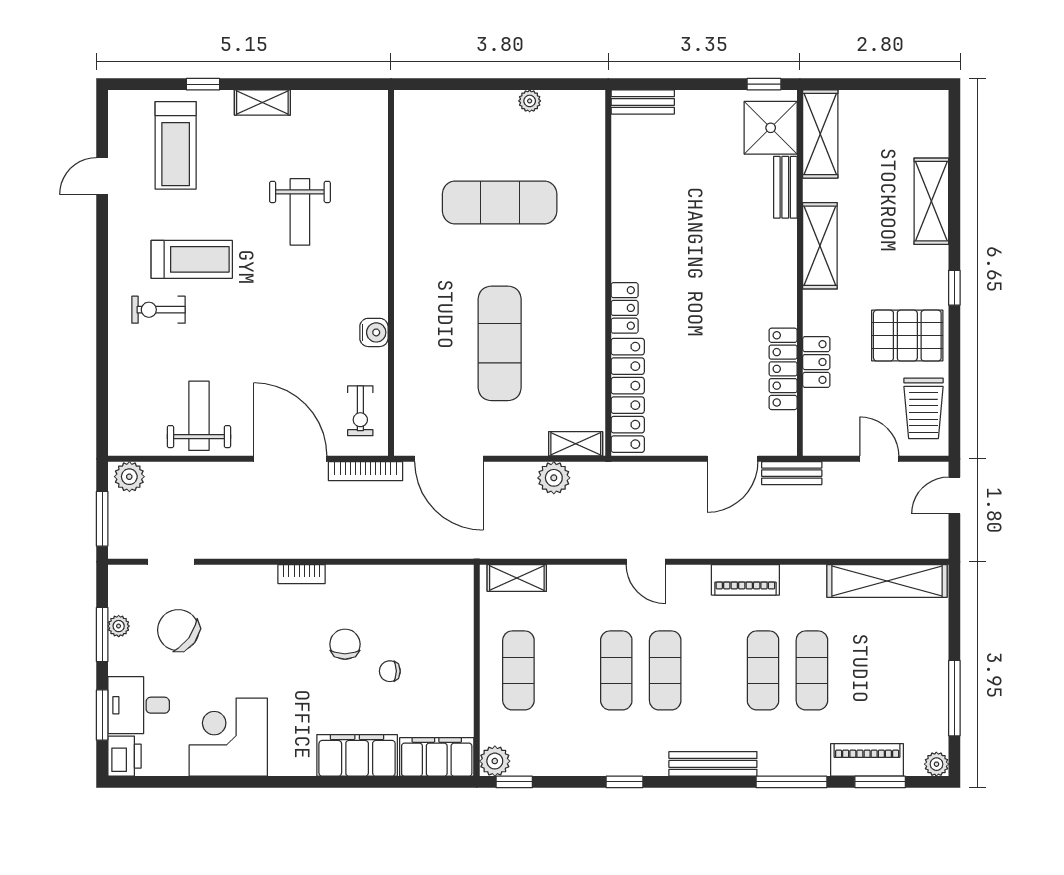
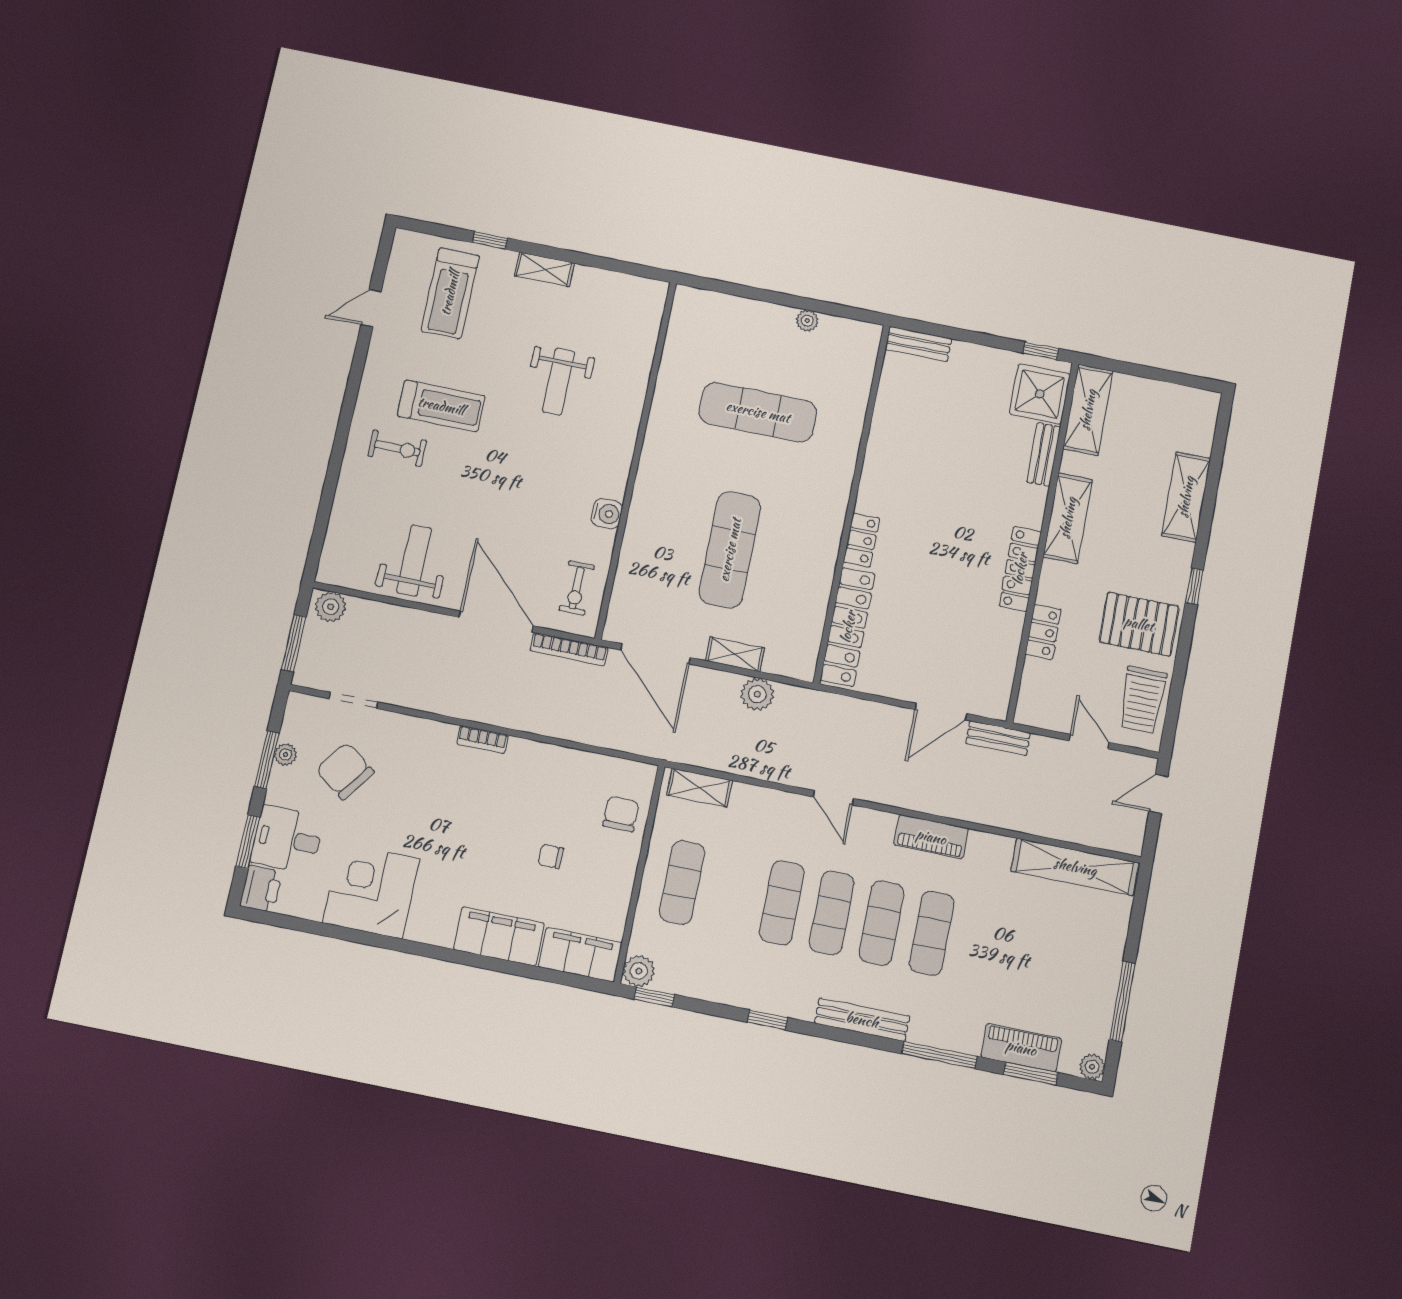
exercise bike: (158, 310) -> (397, 448), turned 180
locker: (783, 369) -> (1020, 569), moved
shelving: (576, 444) -> (735, 654), moved
chair: (345, 644) -> (621, 814), moved
exercise mat: (812, 670) -> (882, 923), moved

